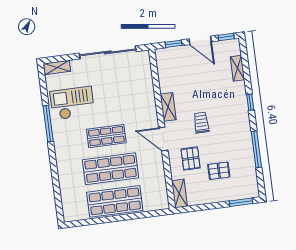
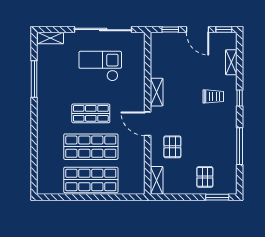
checkout: (72, 103) -> (100, 66), moved
trolley: (201, 123) -> (213, 96), moved, turned 90
window: (48, 124) -> (34, 79), moved
pallet: (219, 171) -> (205, 177), moved, turned 90

